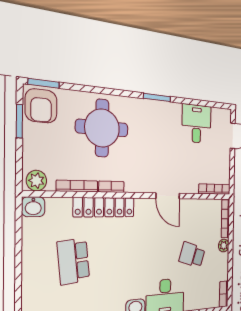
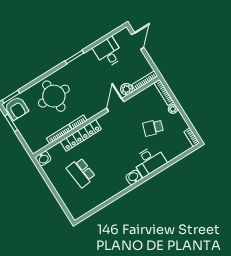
plant: (36, 181) -> (126, 89), moved
door: (168, 196) -> (115, 105), swing flipped

